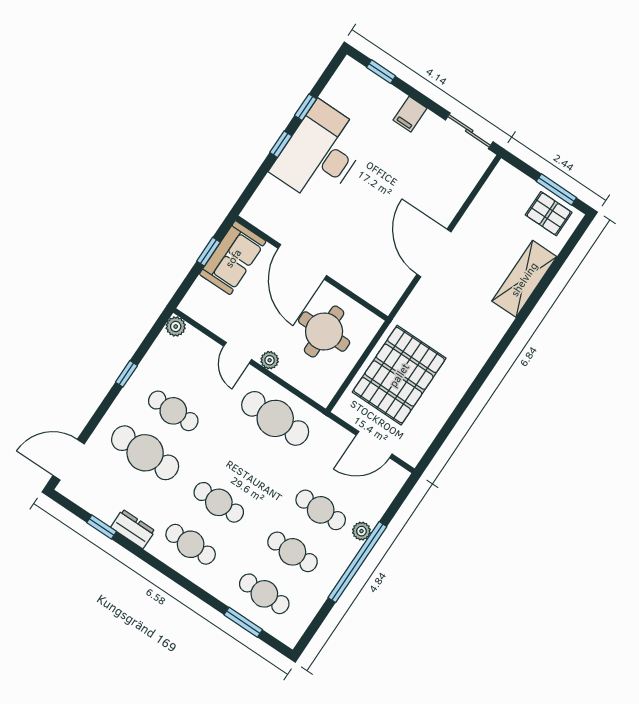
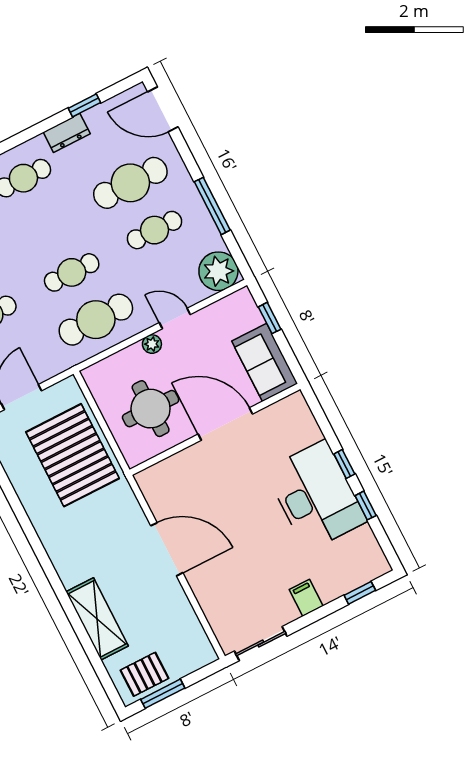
window: (209, 252) -> (270, 318), moved
plant: (176, 327) -> (218, 271), width x1.87, depth x1.87
window: (126, 374) -> (212, 206), width x2.17
door: (69, 460) -> (163, 109), swing flipped
cafe table: (219, 502) -> (72, 272), moved

